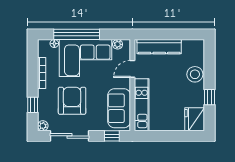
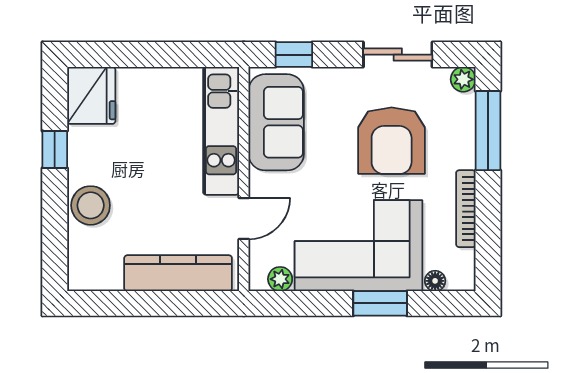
window: (77, 34) -> (380, 303), width x0.47
window: (33, 105) -> (488, 131), width x2.17
sliding door: (70, 136) -> (398, 55), width x0.73

